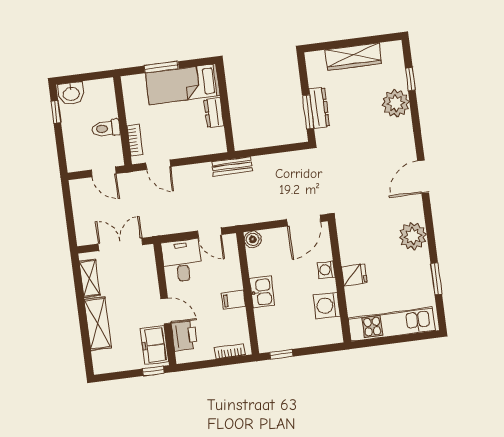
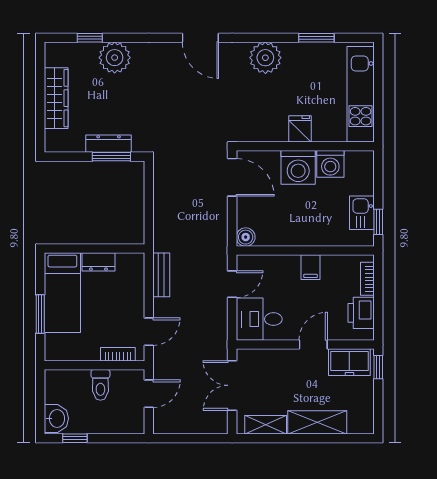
bench: (232, 166) -> (161, 275), moved
washing machine: (326, 270) -> (298, 167), width x1.89, depth x1.89
kitchen sink: (262, 292) -> (362, 213), moved, turned -90
printer: (184, 336) -> (361, 313), moved, turned -90

